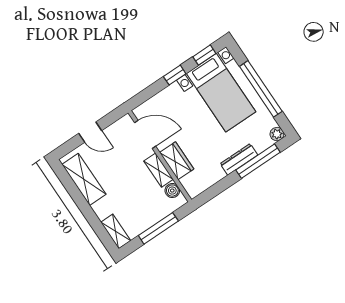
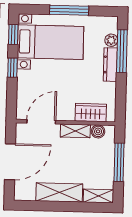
window: (261, 89) -> (69, 10), width x0.68
door: (90, 132) -> (10, 162), width x1.88
plant: (277, 134) -> (111, 40), moved
wardrobe: (177, 161) -> (91, 113), moved
shelving: (84, 179) -> (59, 192), moved

